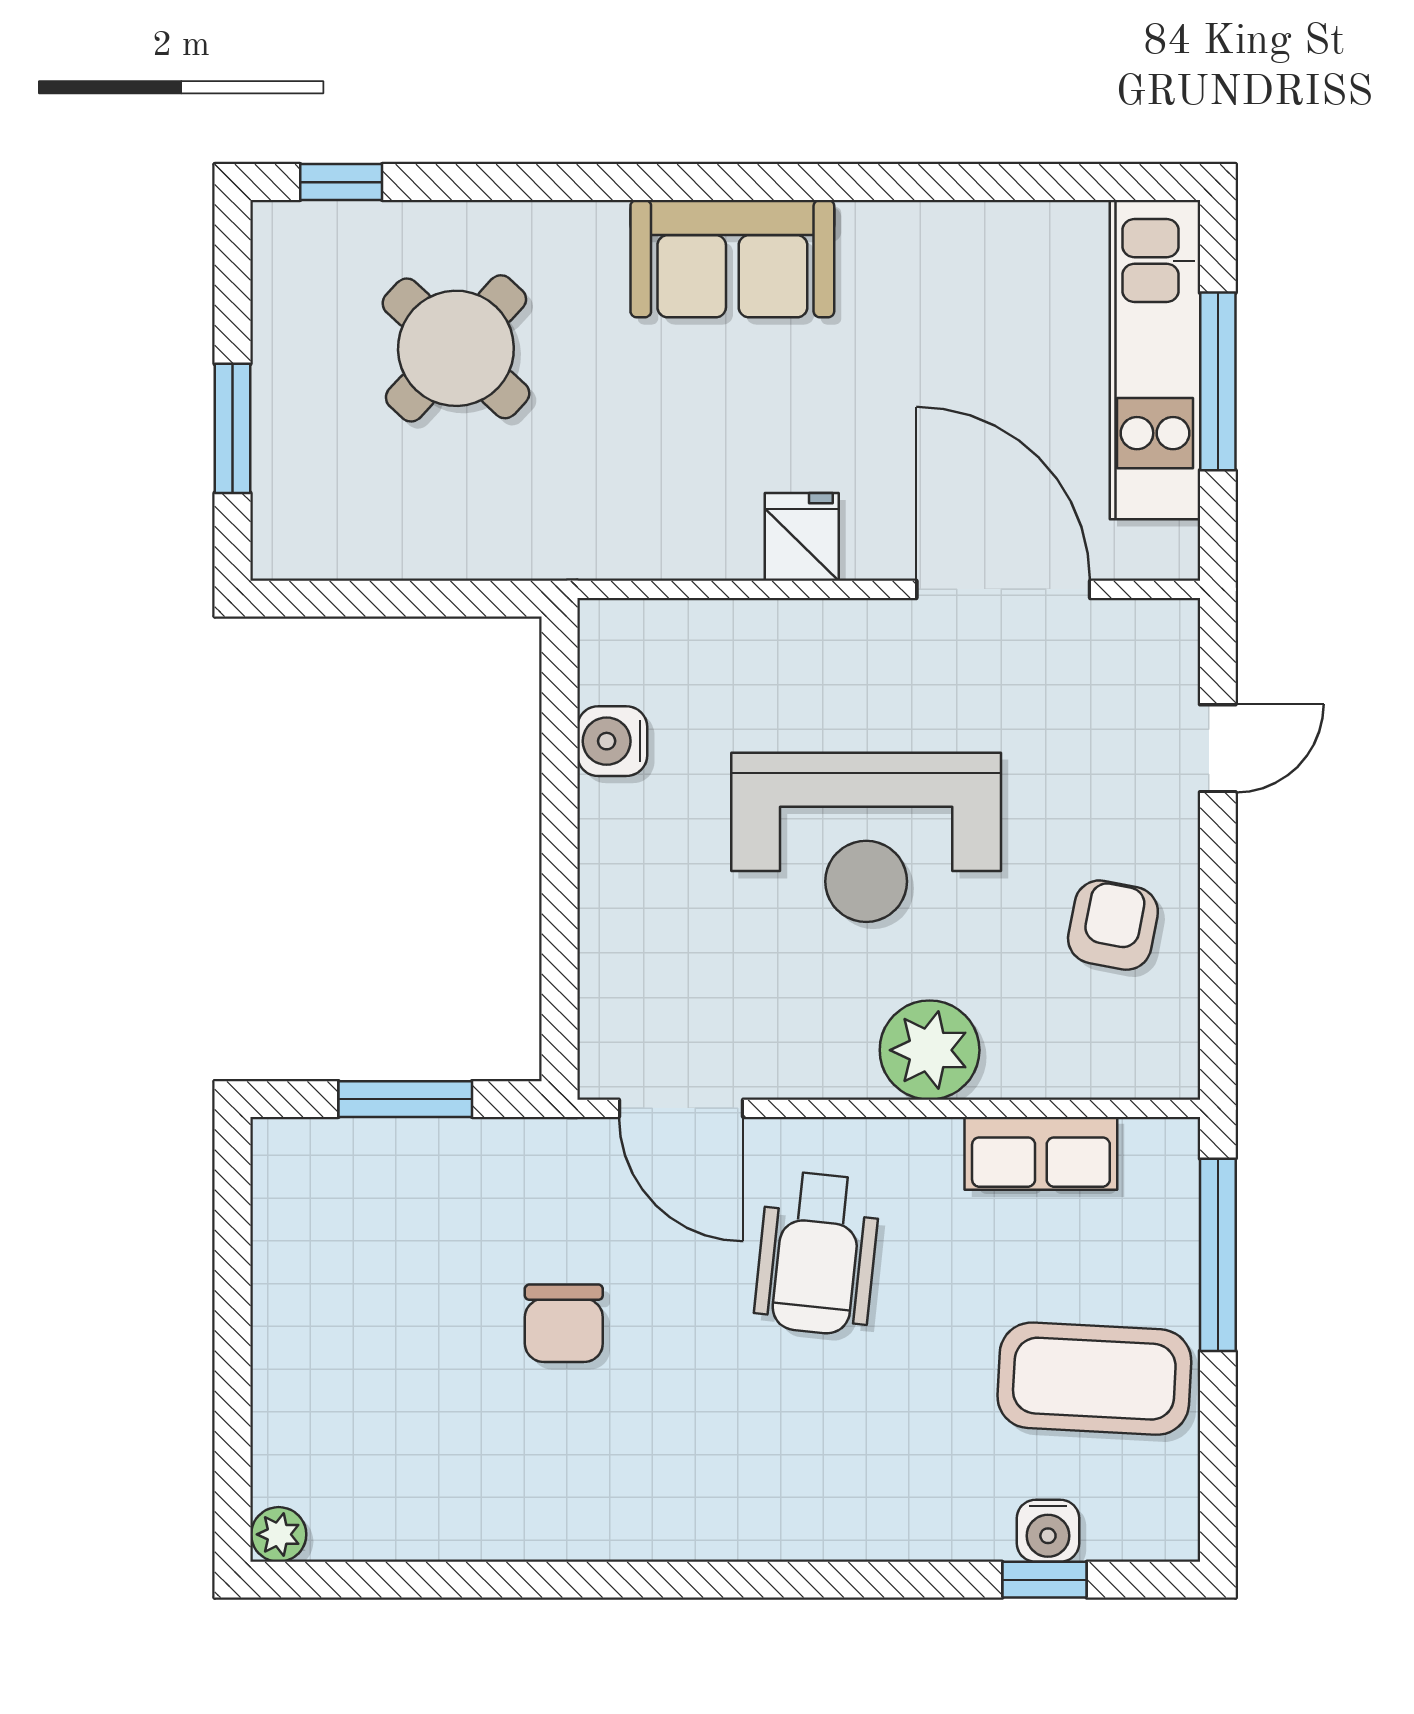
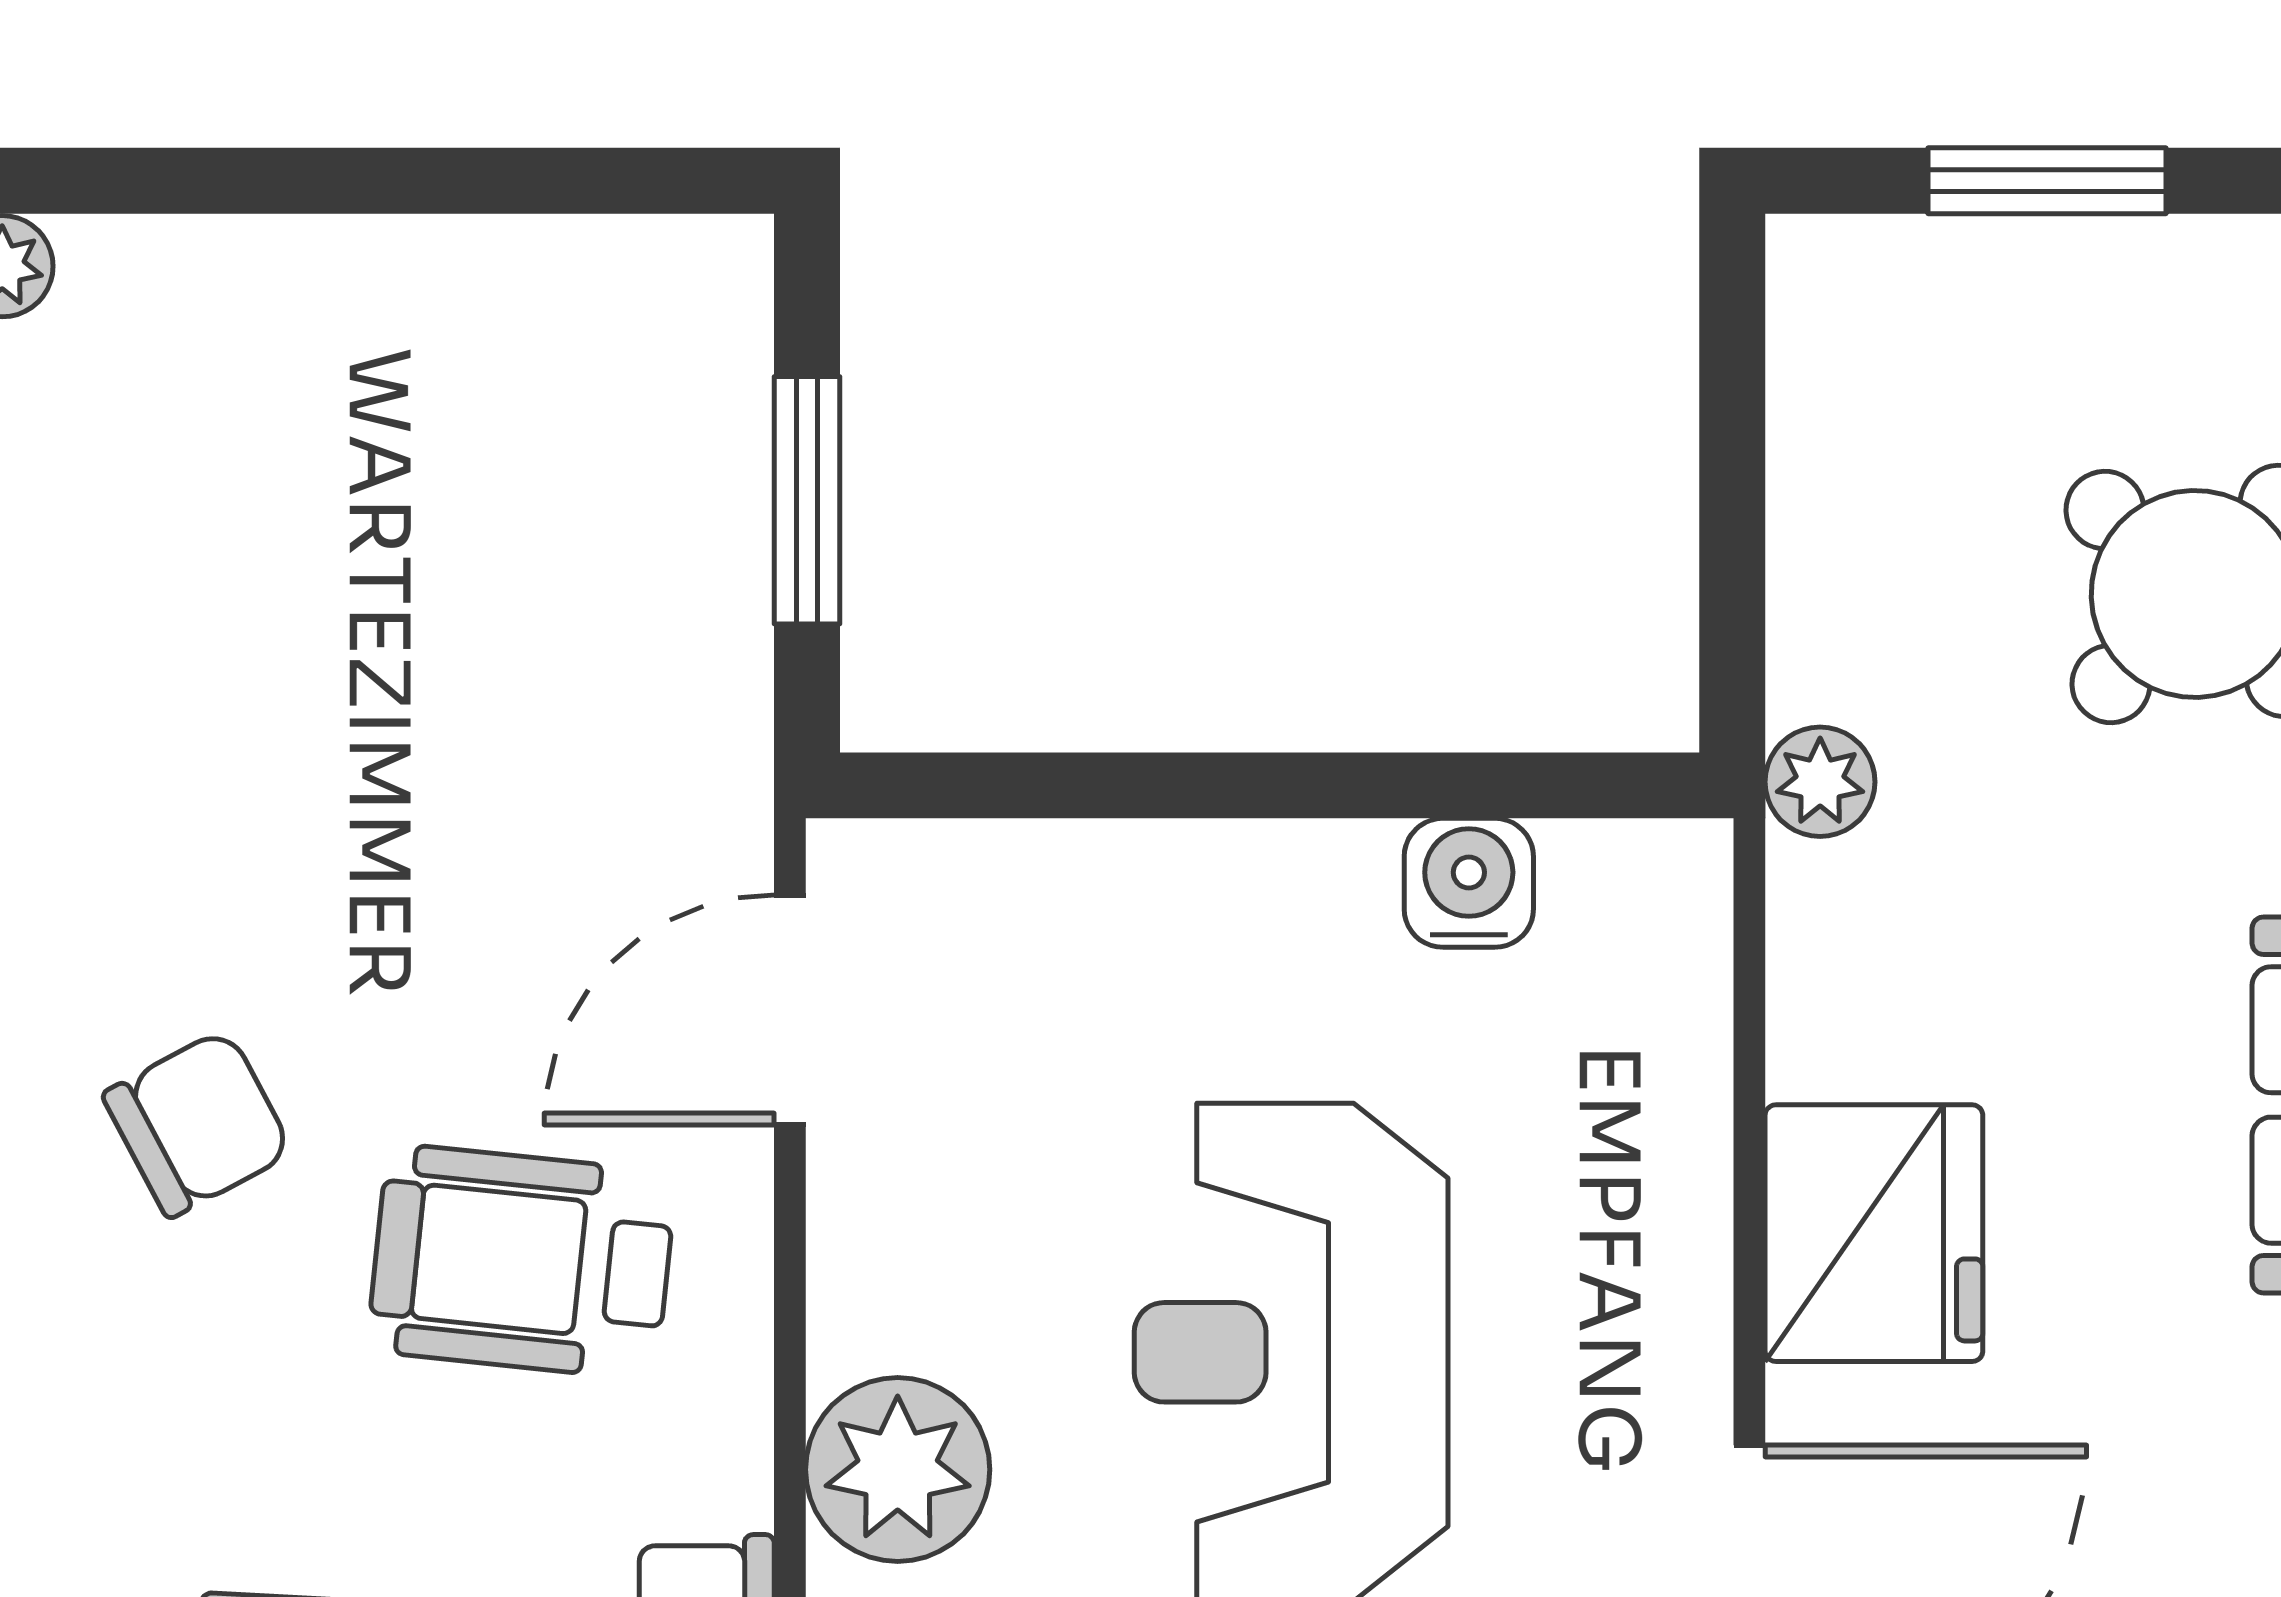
fridge: (802, 537) -> (1874, 1233), width x1.88, depth x1.34
plant: (558, 551) -> (1820, 782), added
chair: (564, 1323) -> (198, 1123), moved, turned 152

